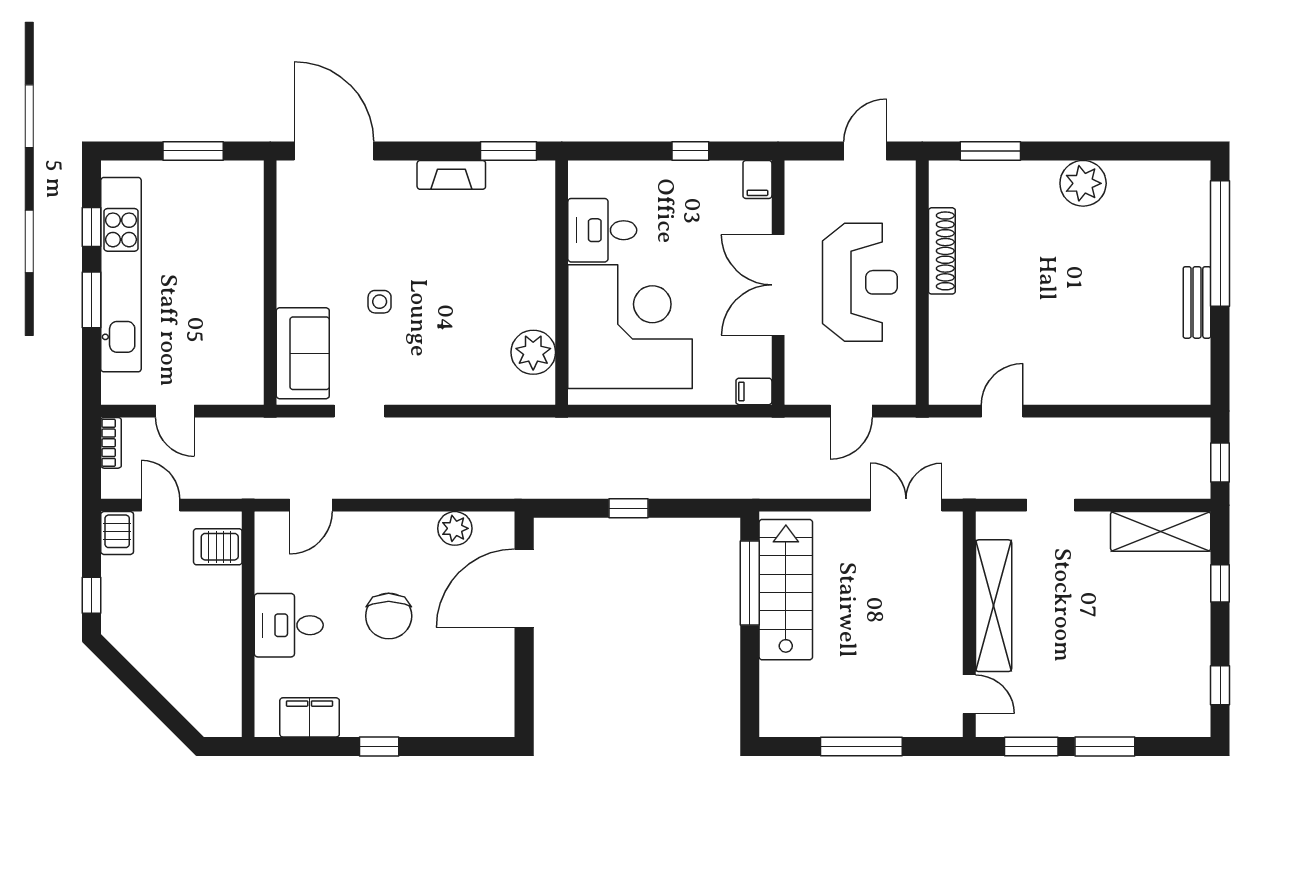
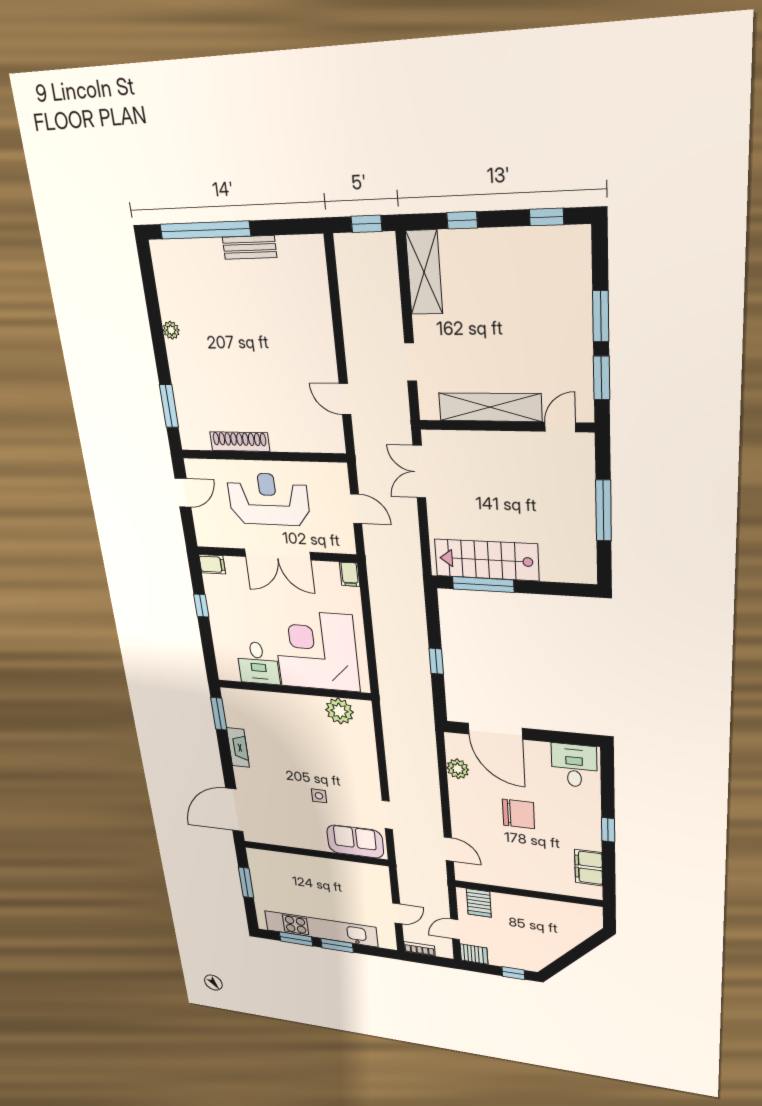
door: (865, 151) -> (183, 493), swing flipped
plant: (1083, 183) -> (171, 330), width x0.53, depth x0.53
window: (91, 227) -> (296, 939), width x1.50
desk: (289, 625) -> (574, 766), moved, turned 180

